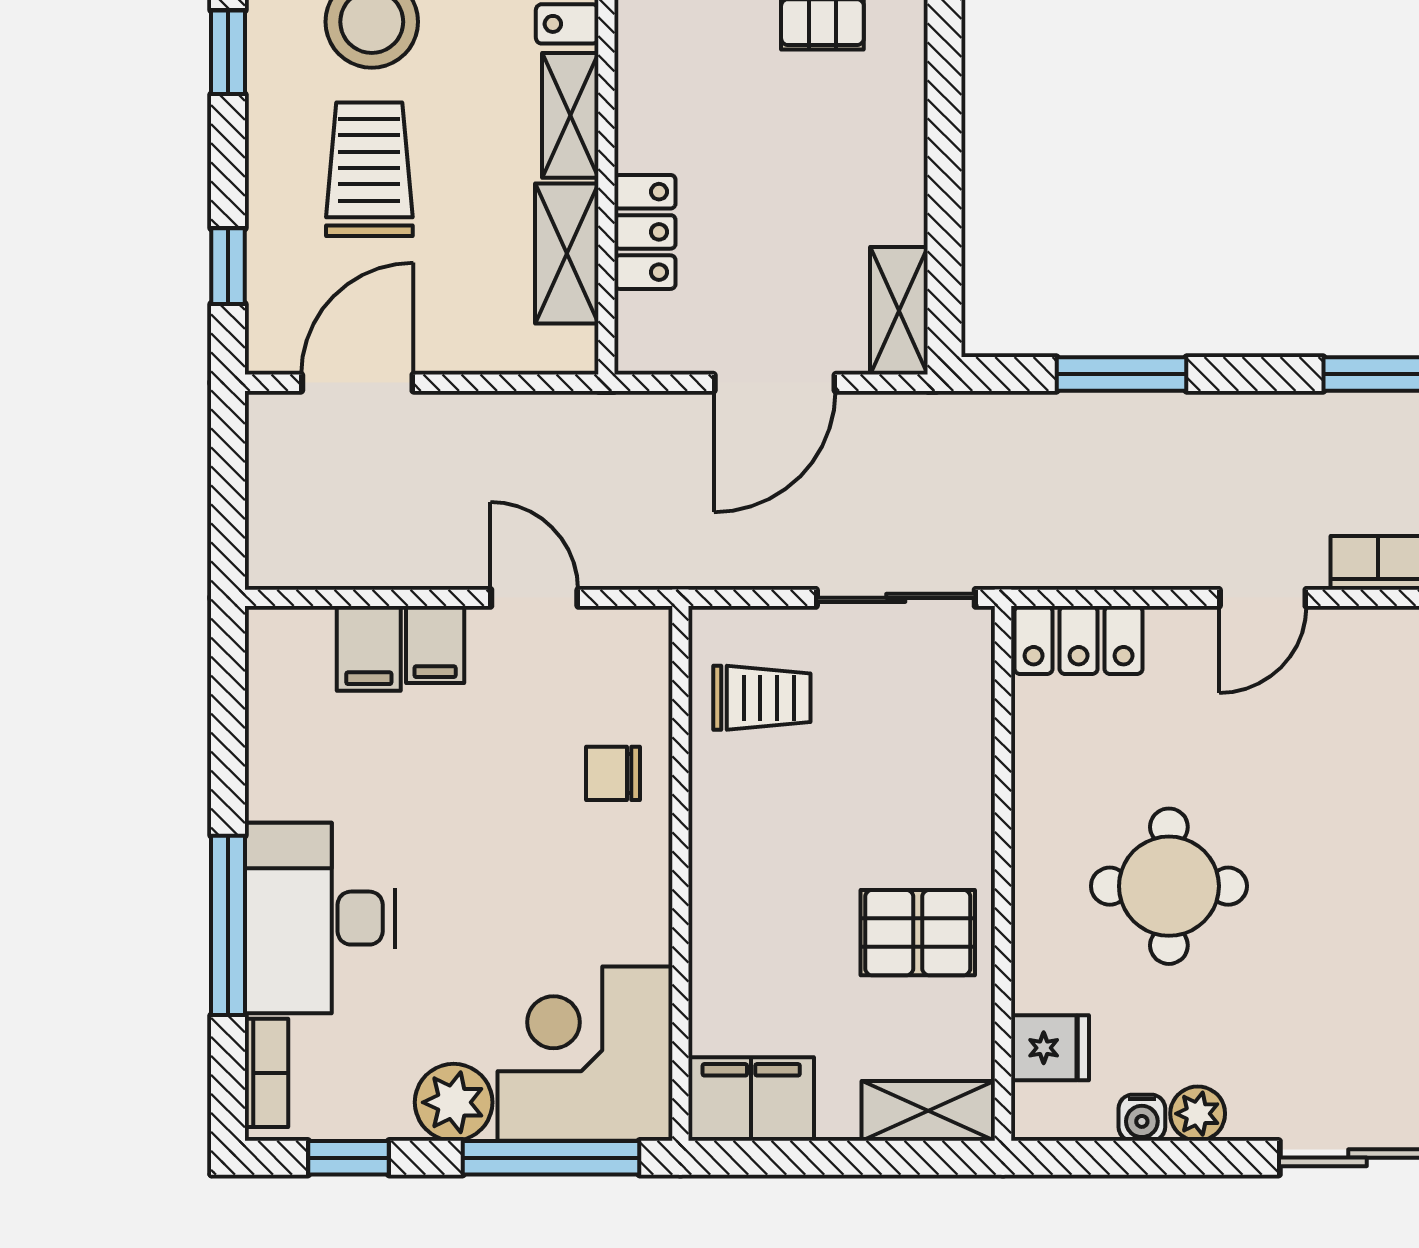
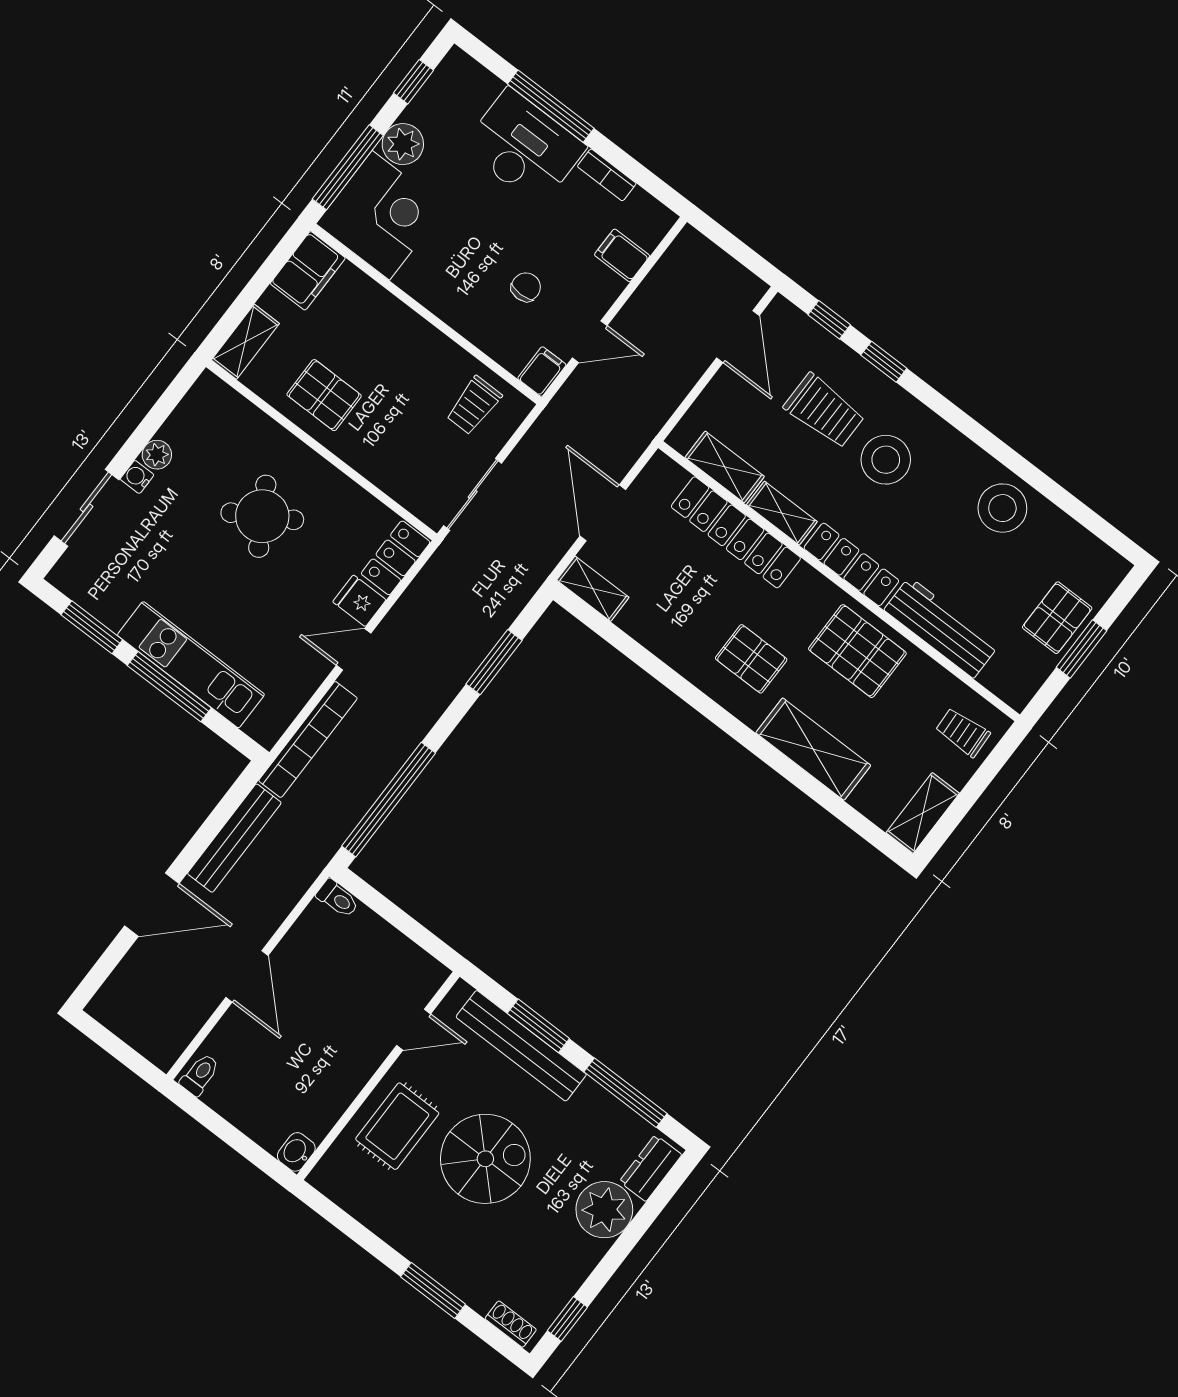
window: (228, 52) -> (884, 362), moved
locker: (645, 232) -> (736, 532), width x2.16, depth x1.21
door: (1263, 598) -> (354, 649), hinge flipped
filing cabinet: (435, 645) -> (542, 372), moved, turned 90
chair: (613, 773) -> (526, 287), moved
round table: (1169, 886) -> (262, 516), turned -31
pallet: (918, 933) -> (324, 395), turned 90
fridge: (1050, 1048) -> (359, 601), moved, turned 90
bookcase: (266, 1073) -> (607, 175), moved
water cooler: (1142, 1118) -> (137, 477), moved

